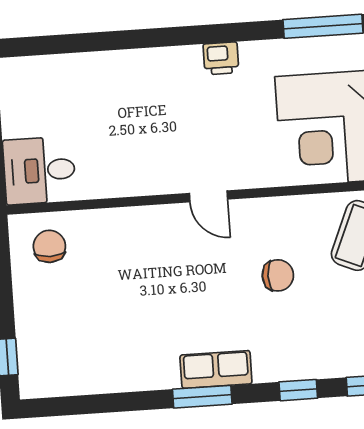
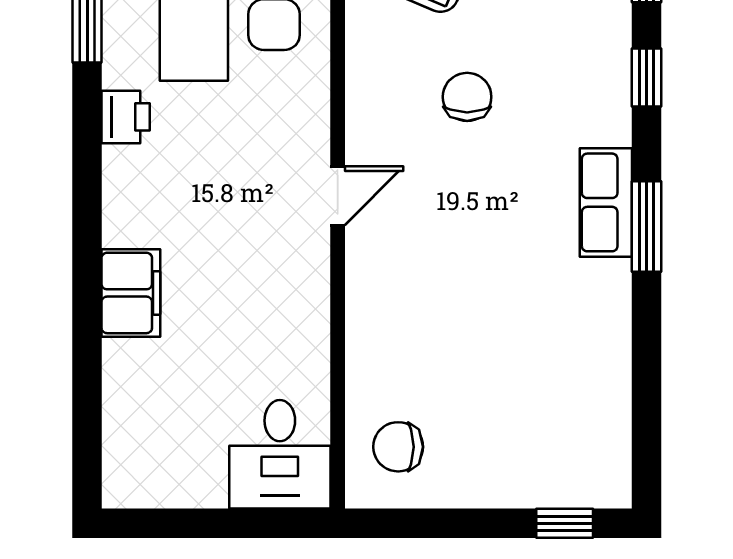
printer: (221, 58) -> (126, 117), moved
filing cabinet: (137, 67) -> (131, 293), added

